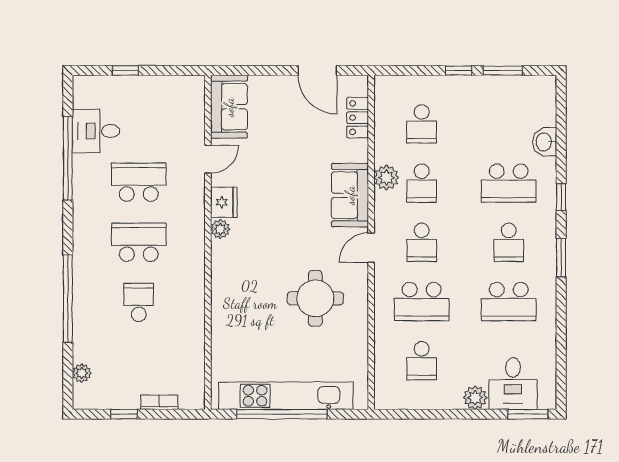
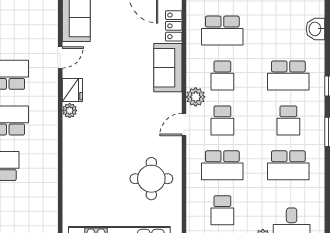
school desk: (422, 124) -> (222, 31), width x1.85
washbasin: (544, 142) -> (315, 29), moved
plant: (386, 178) -> (196, 97), moved
sofa: (350, 195) -> (168, 68), moved
round table: (315, 298) -> (151, 179), moved

